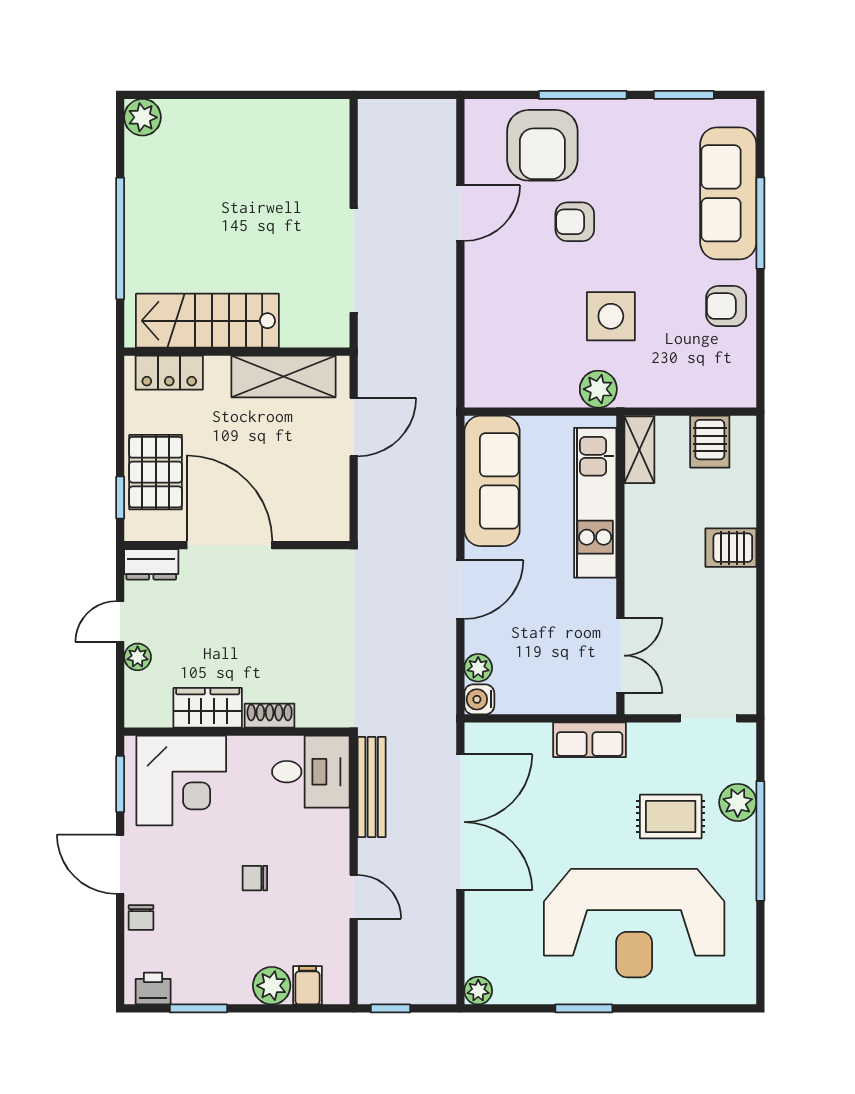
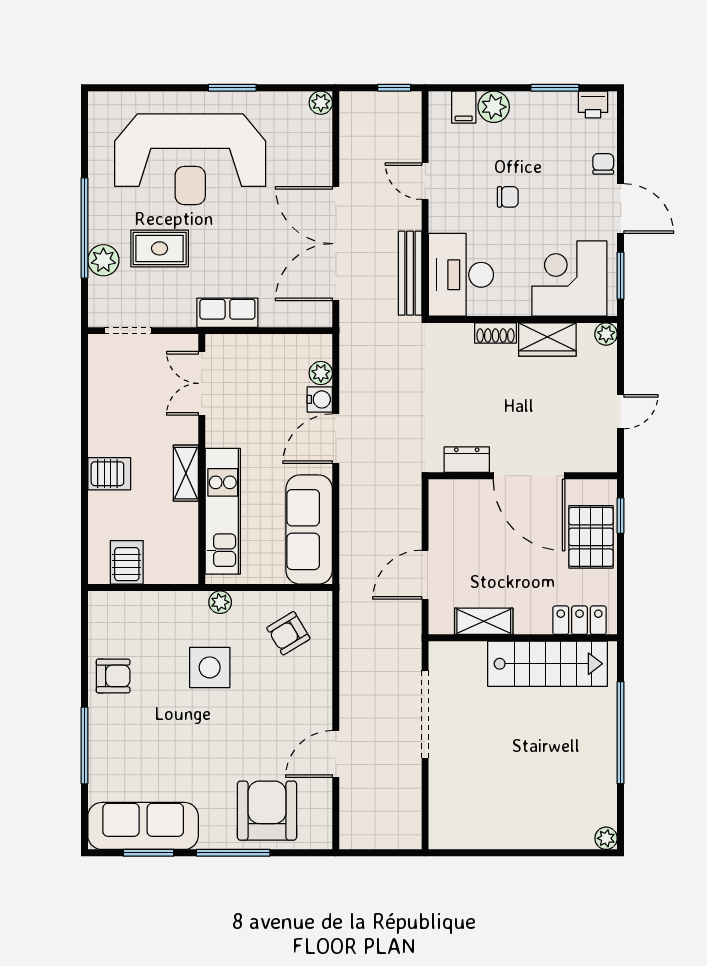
plant: (143, 117) -> (606, 838), width x0.73, depth x0.73
sofa: (728, 193) -> (143, 826), moved, turned -90
armchair: (575, 222) -> (288, 633), moved, turned 149
shelving: (284, 377) -> (484, 621), width x0.67, depth x0.75
plant: (598, 389) -> (220, 602), width x0.73, depth x0.73
shelving: (639, 450) -> (186, 473), moved
dresser: (151, 564) -> (467, 460), moved
plant: (138, 657) -> (606, 334), moved
water cooler: (479, 699) -> (320, 399), moved
desk: (311, 772) -> (461, 275), width x1.37
reception desk: (634, 923) -> (190, 159), turned 180

